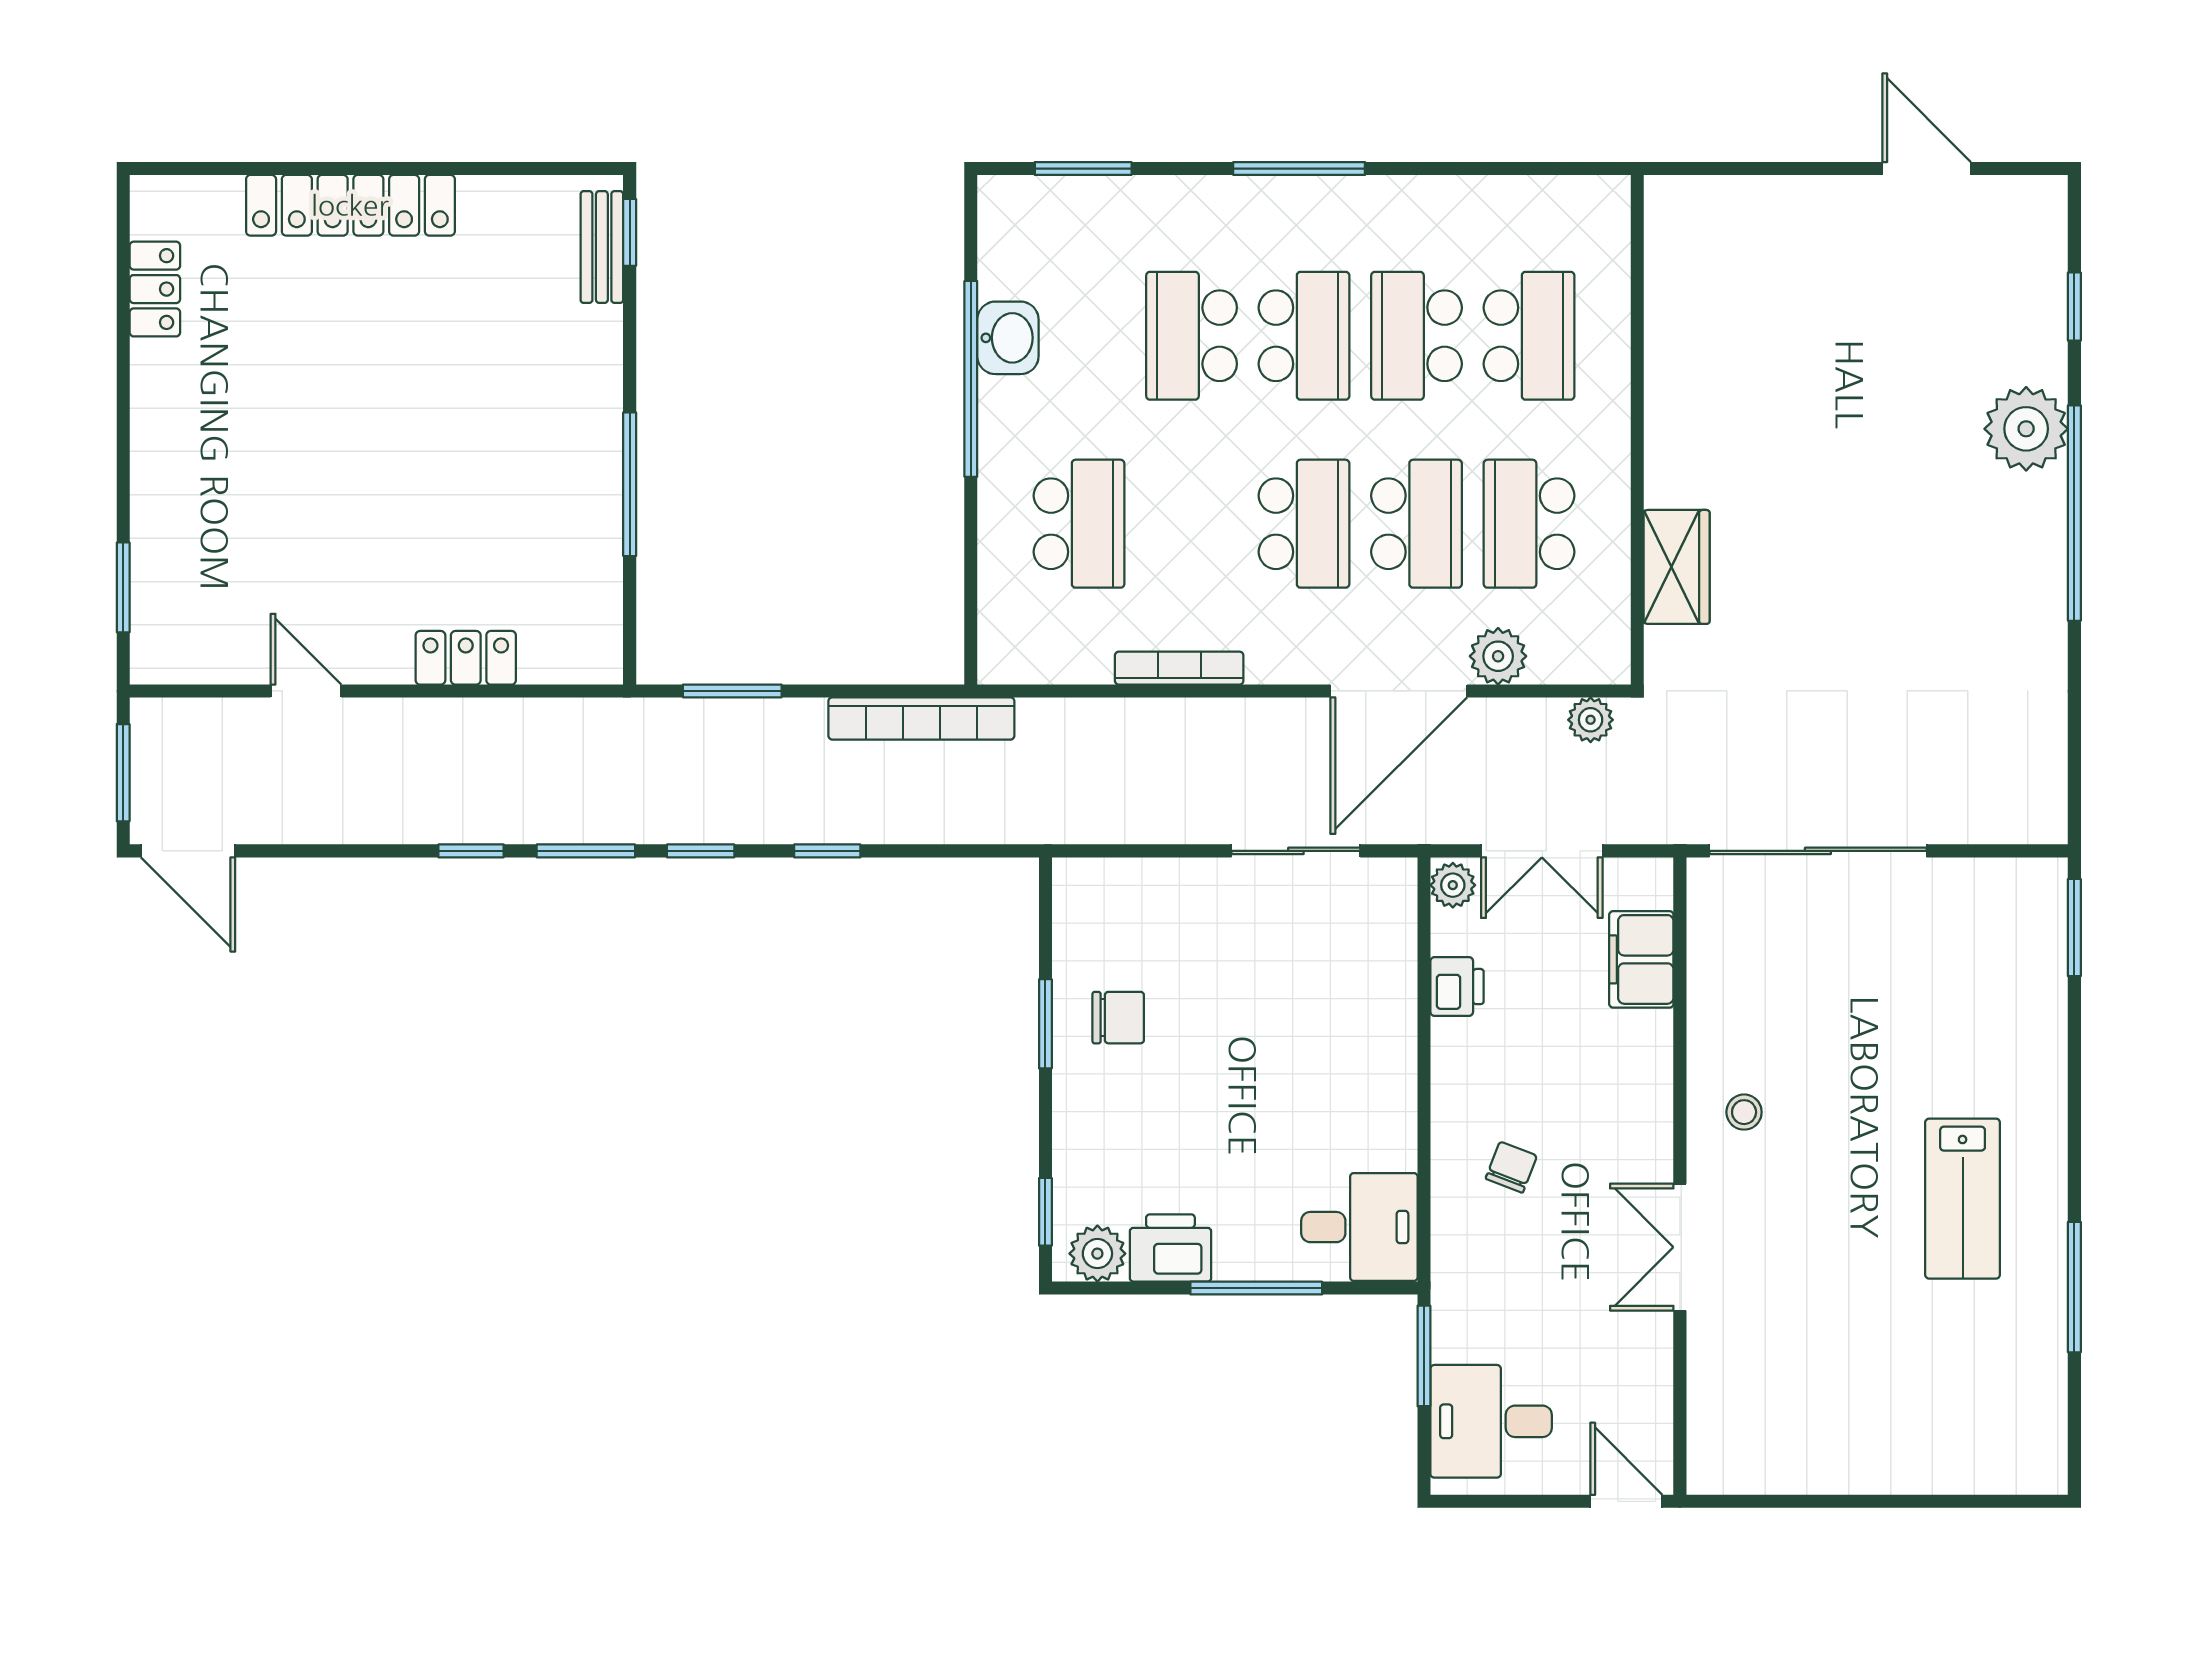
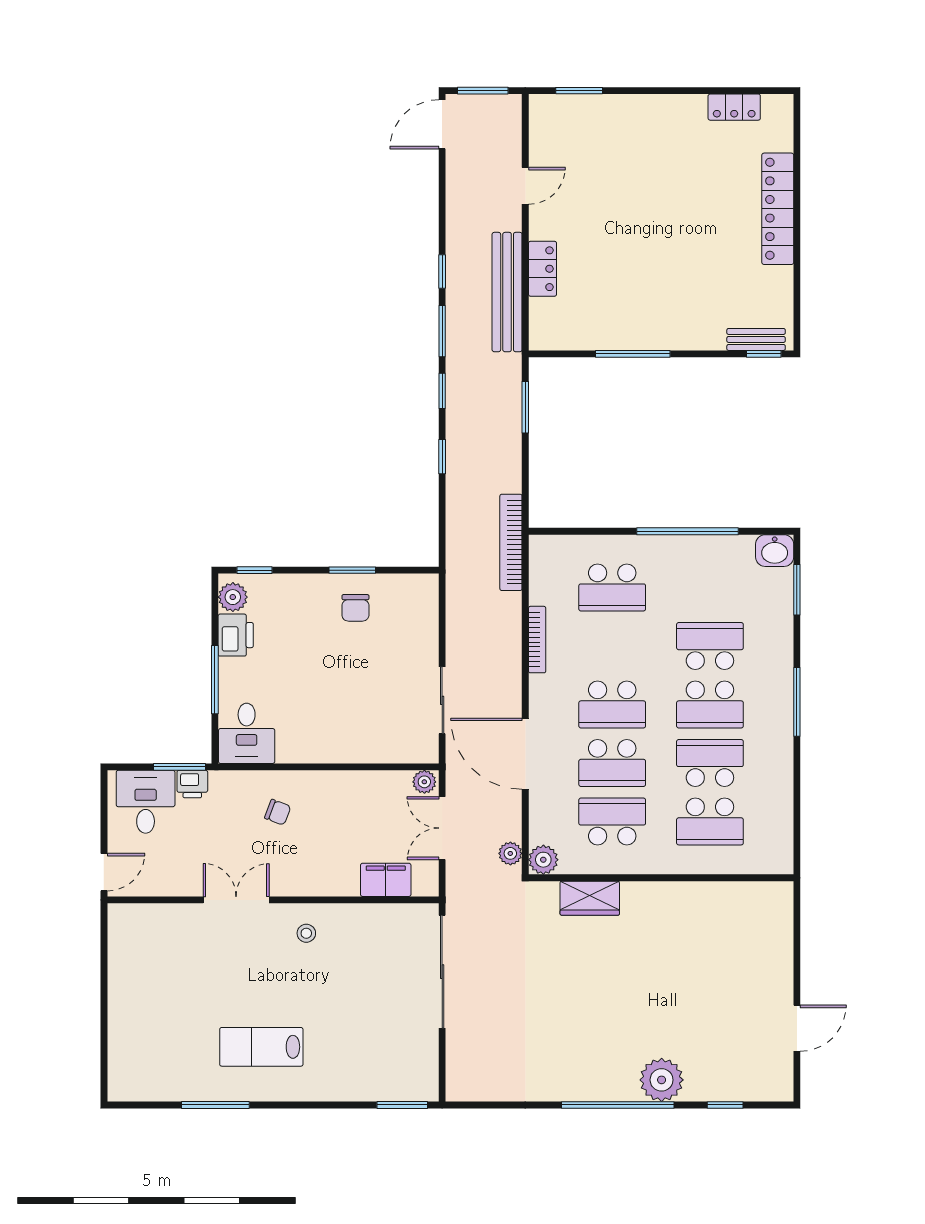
washbasin: (1008, 338) -> (775, 551), moved
plant: (1498, 656) -> (543, 860), moved
bookcase: (921, 718) -> (511, 542), moved
bench: (511, 726) -> (507, 292), added
printer: (1457, 987) -> (192, 784), moved

